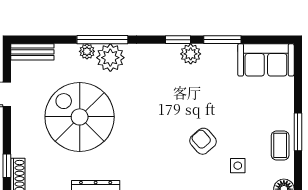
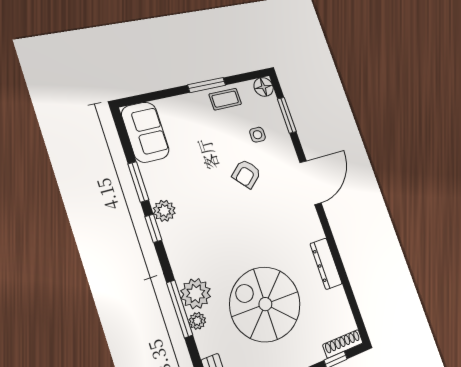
spiral stairs: (80, 117) -> (265, 304), turned 90

